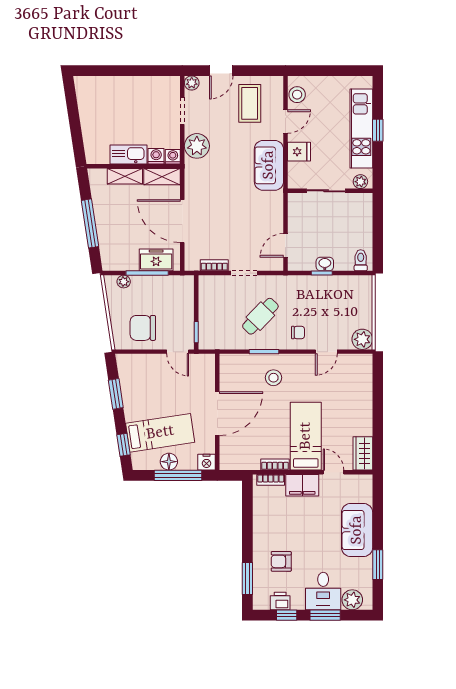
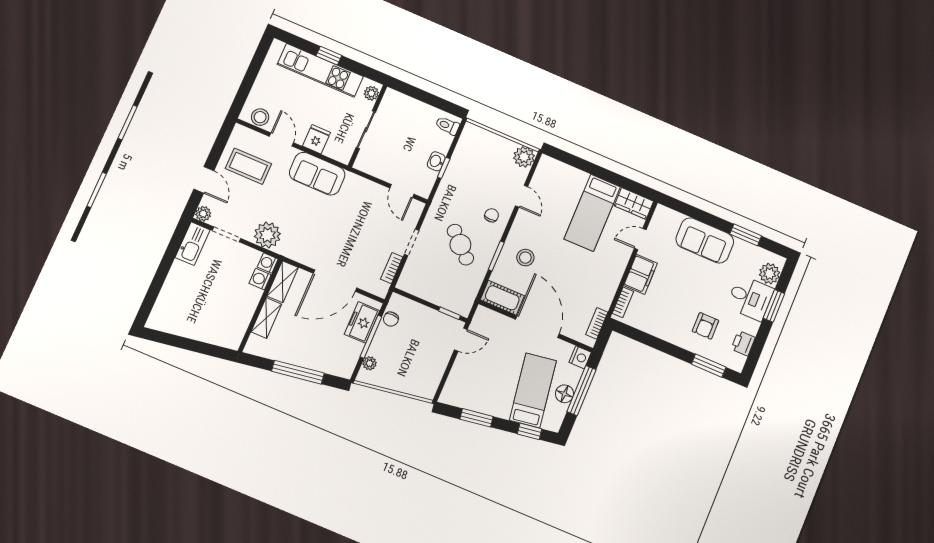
kitchen sink: (128, 155) -> (193, 244), moved, turned 180
chair: (143, 328) -> (391, 319), moved, width x0.54, depth x0.54
cot: (230, 372) -> (502, 298), added
bed: (306, 436) -> (592, 213), moved, turned -90
bookcase: (275, 464) -> (597, 323), moved
window: (287, 615) -> (759, 343), removed

